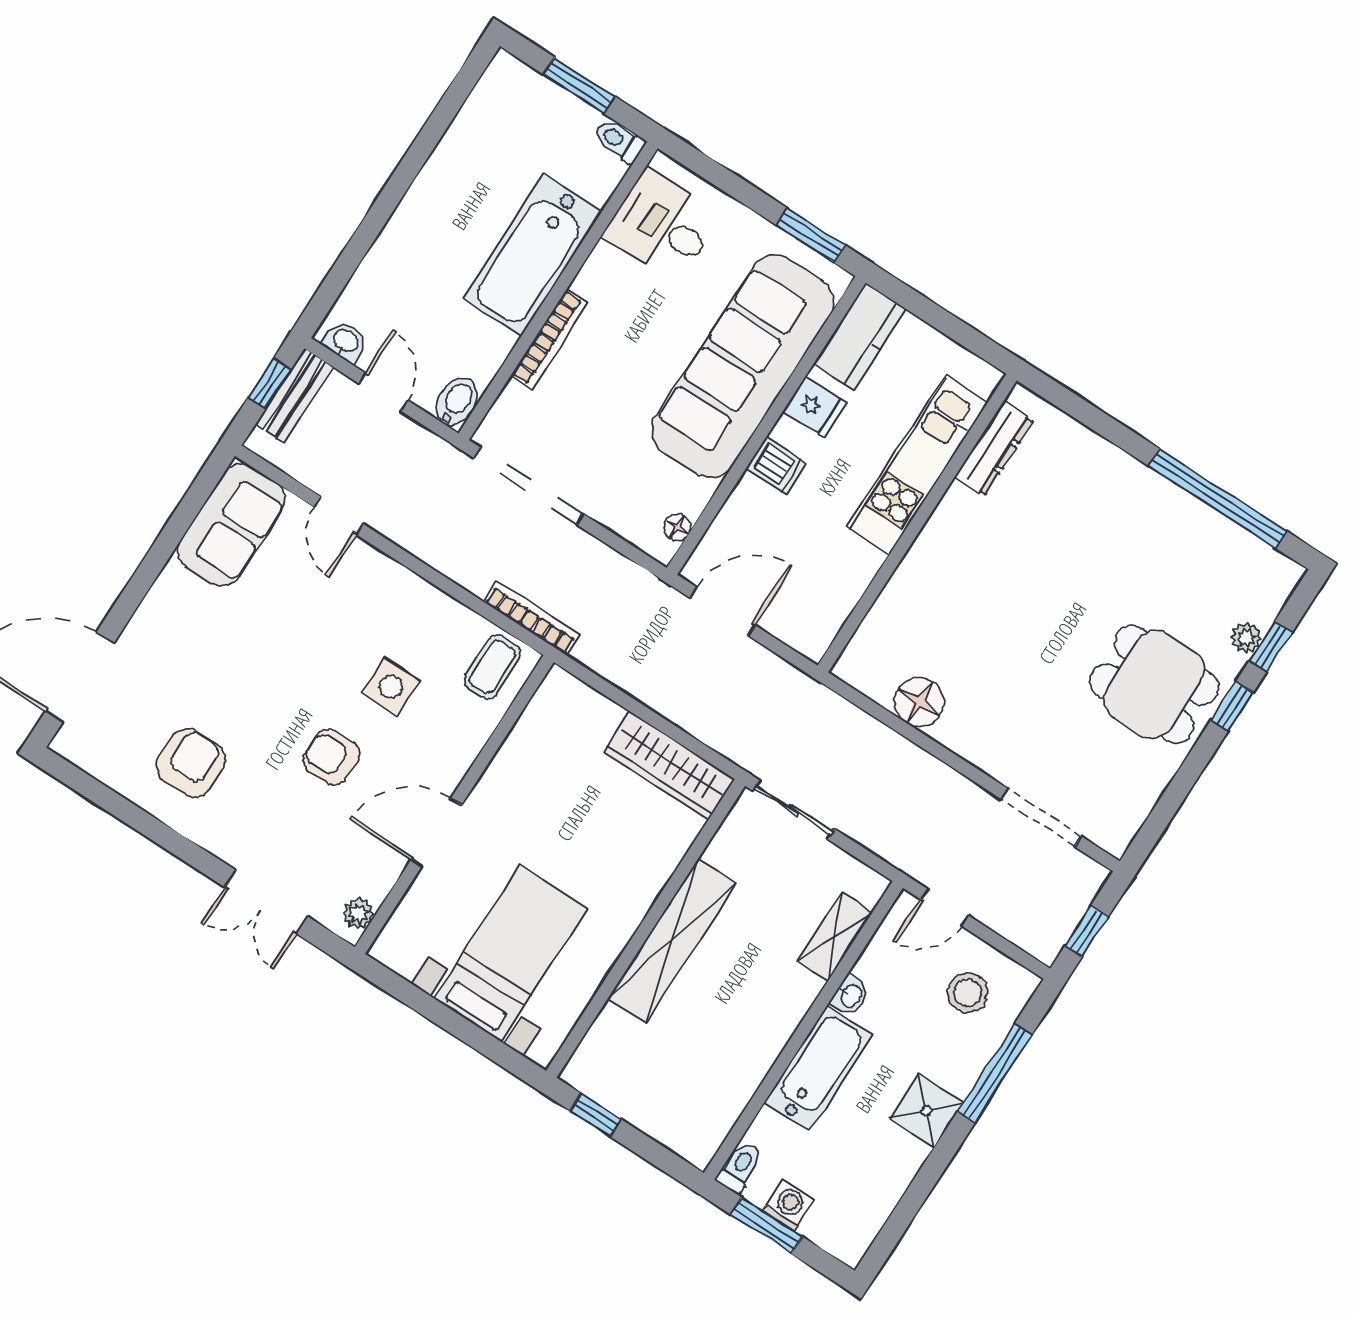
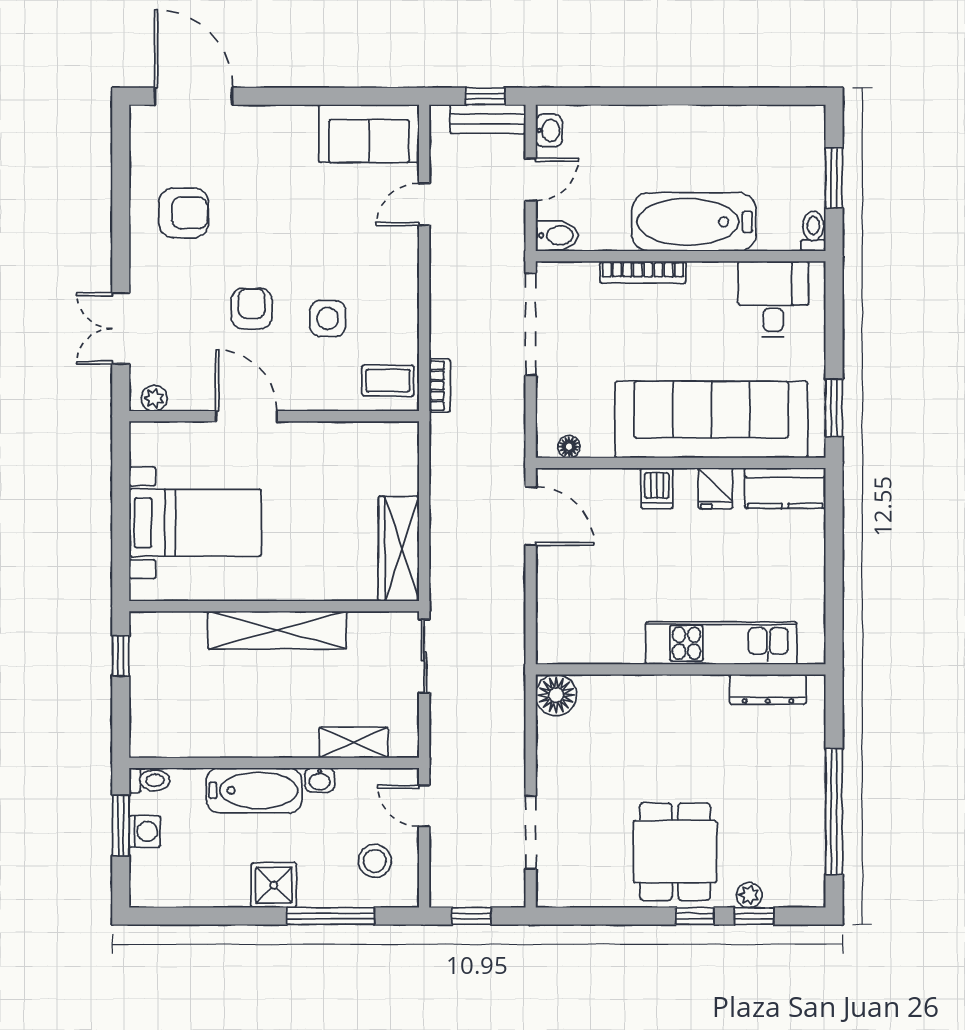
dresser: (994, 448) -> (768, 689), moved
kitchen unit: (917, 465) -> (721, 643), moved
wall: (917, 523) -> (681, 669), moved
bookcase: (532, 618) -> (440, 386), width x0.64

